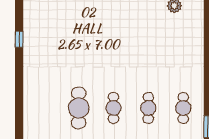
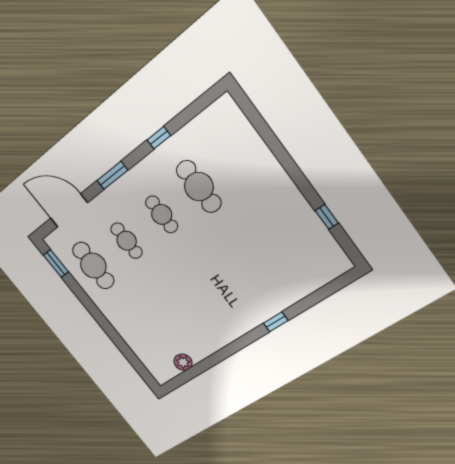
cafe table: (183, 108) -> (93, 266), width x1.37, depth x1.35

